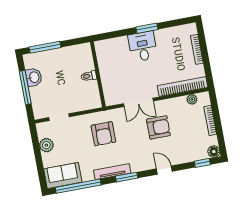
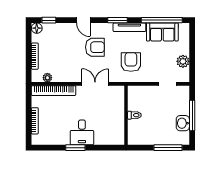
armchair: (158, 127) -> (95, 47), moved, turned 180
sofa: (63, 175) -> (162, 32), moved

